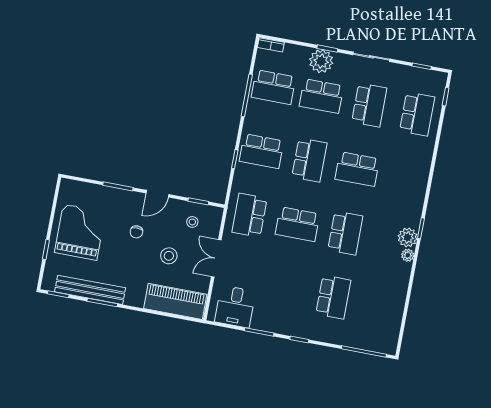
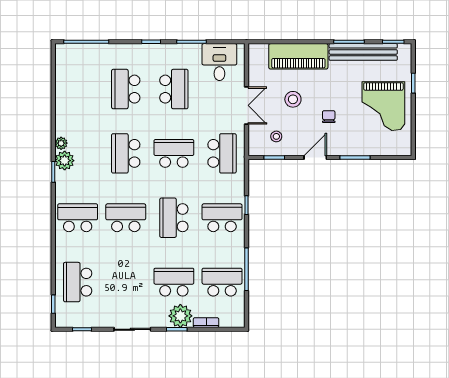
bookcase: (271, 45) -> (206, 323), moved
school desk: (369, 105) -> (78, 218), moved, turned 90
school desk: (285, 288) -> (174, 89), added
piano: (175, 301) -> (298, 56), moved

